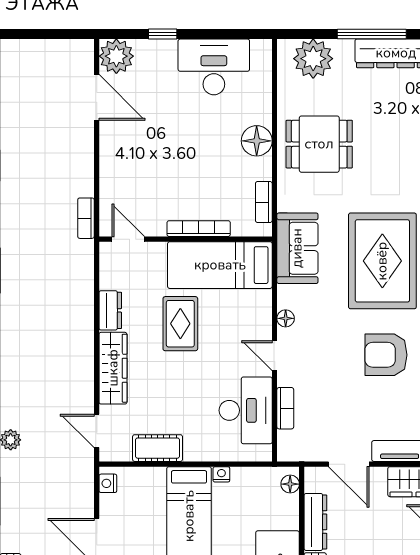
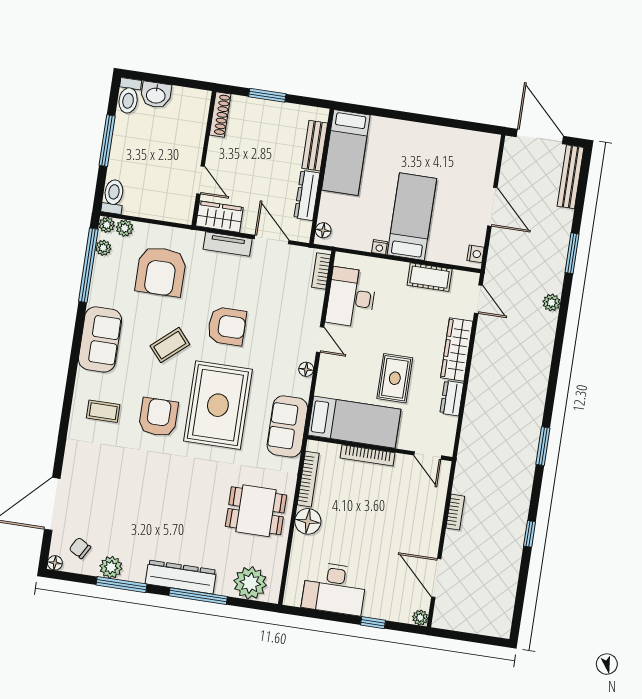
plant: (116, 56) -> (420, 618), width x0.53, depth x0.53
bookcase: (264, 202) -> (308, 479), width x1.56
bookcase: (86, 218) -> (455, 512), moved
bookcase: (285, 408) -> (321, 271), moved

